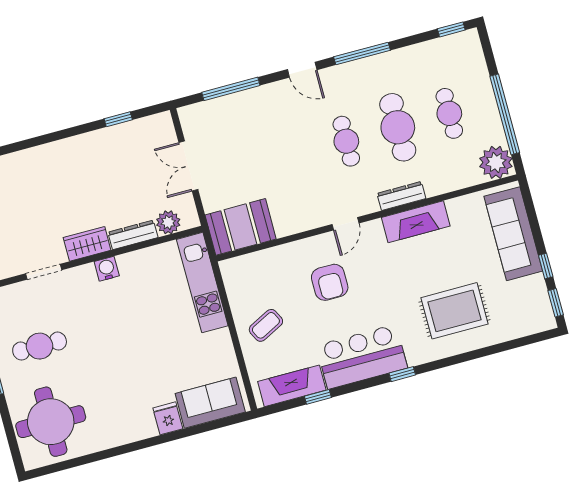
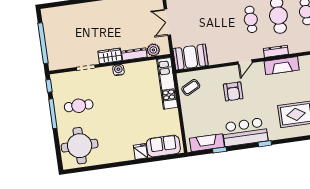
coffee table: (266, 325) -> (191, 87), moved

